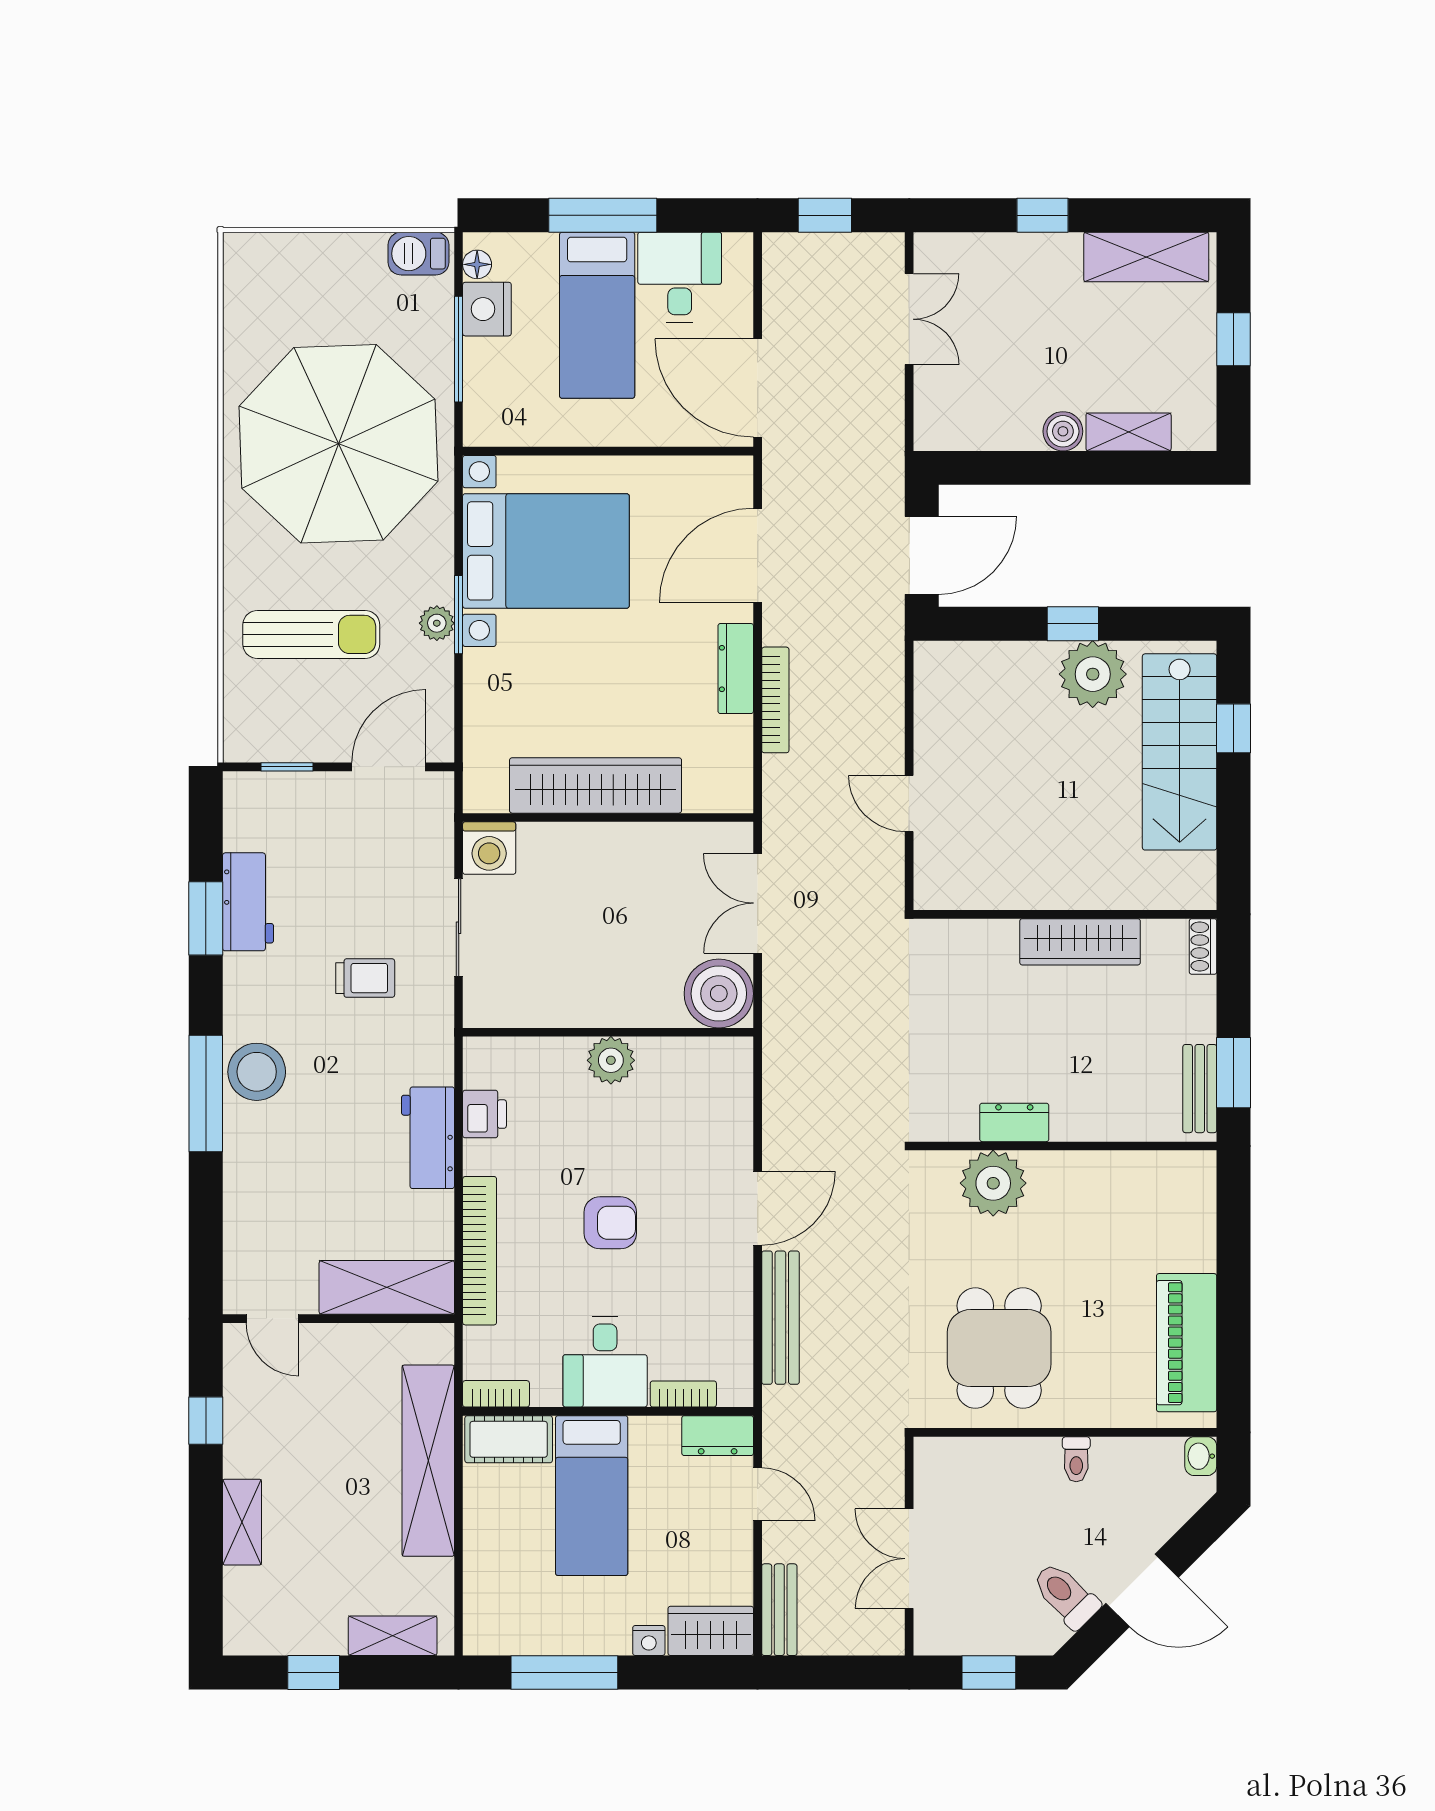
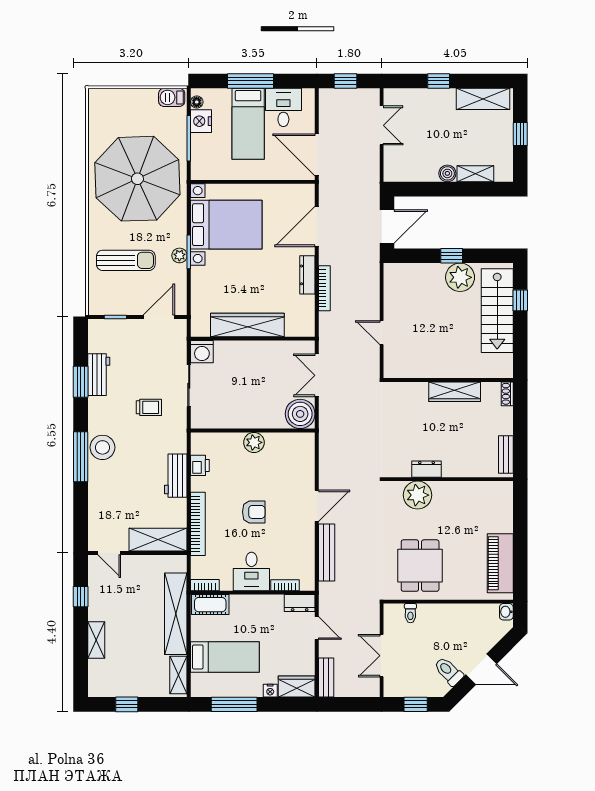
window: (1233, 1073) -> (520, 448), removed
toilet: (1076, 1459) -> (410, 613), moved
bed: (592, 1496) -> (225, 657), moved, turned -90
shelving: (393, 1636) -> (178, 675), moved, turned 90

